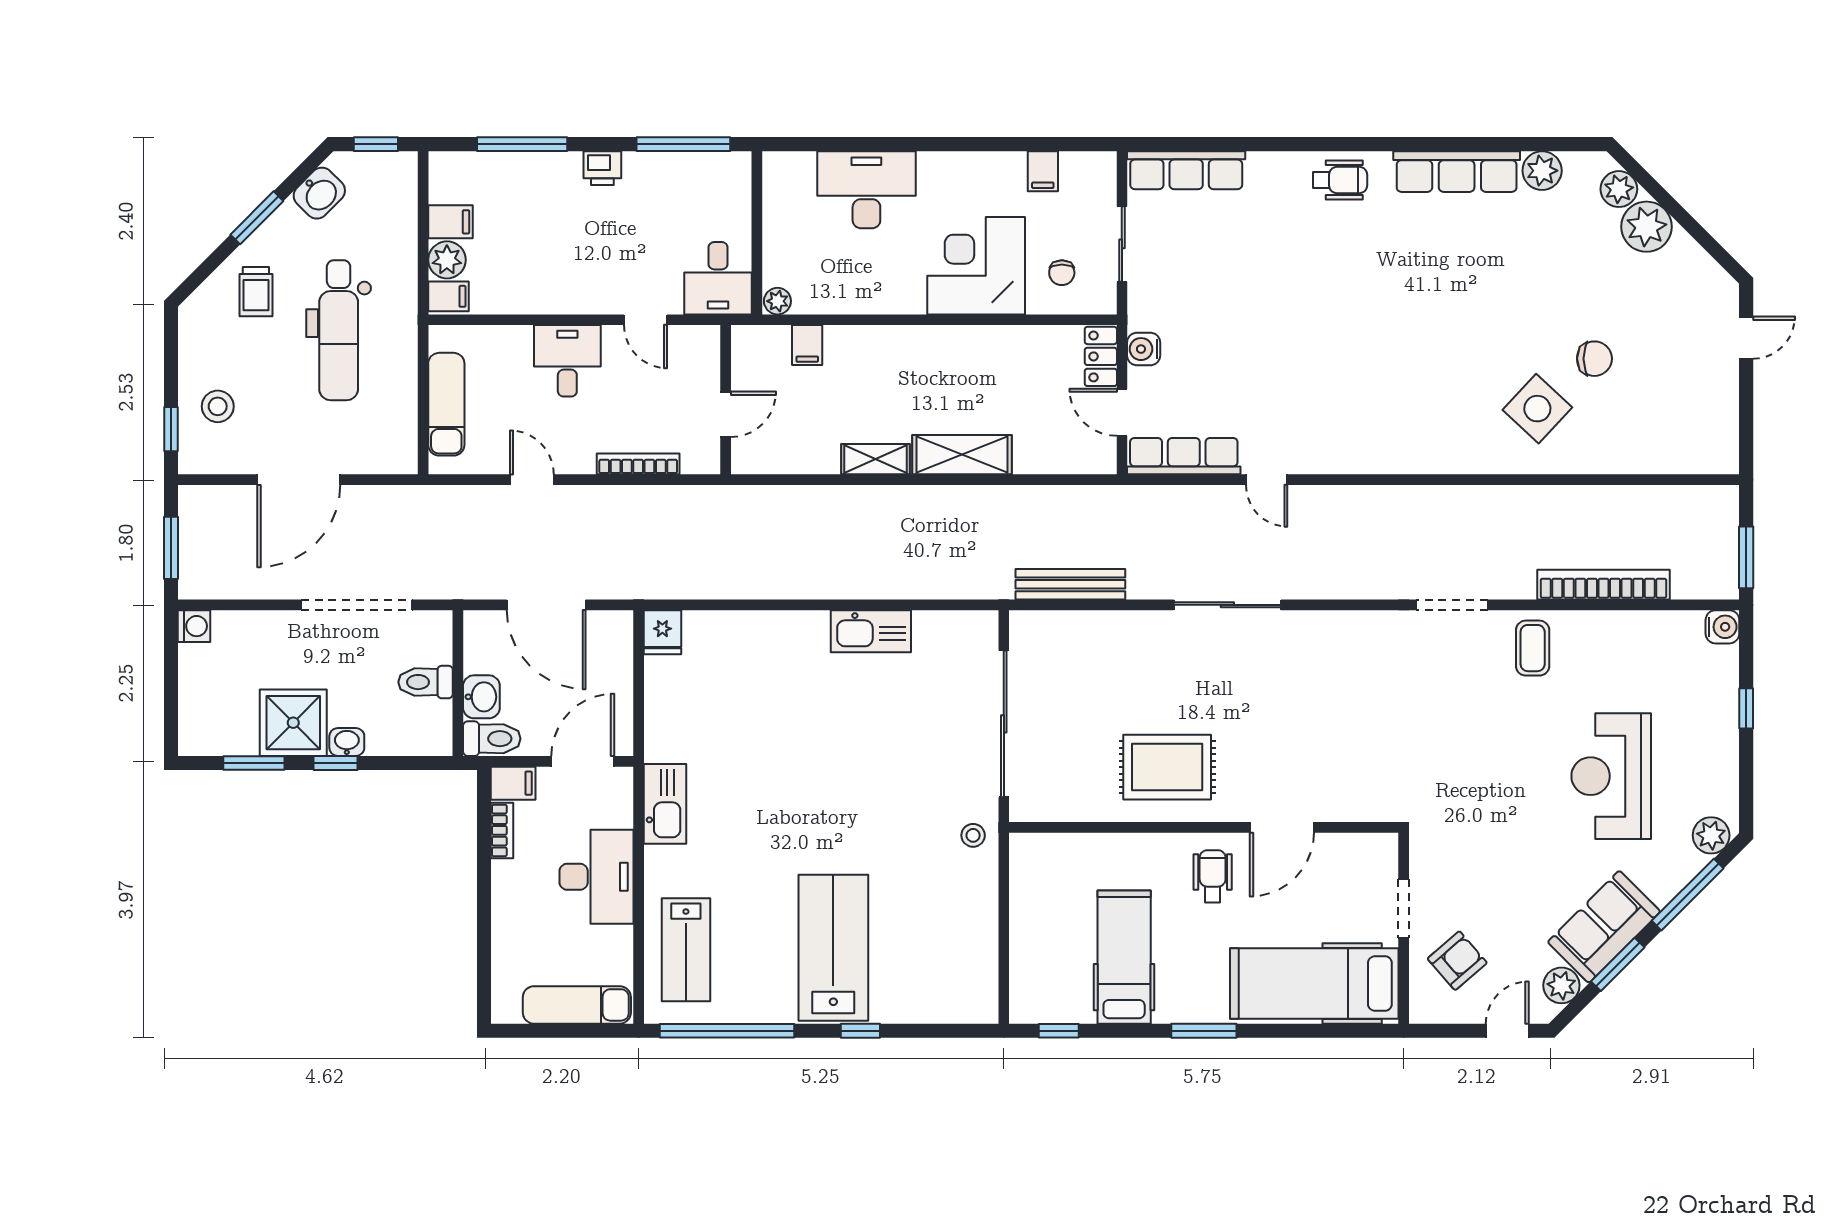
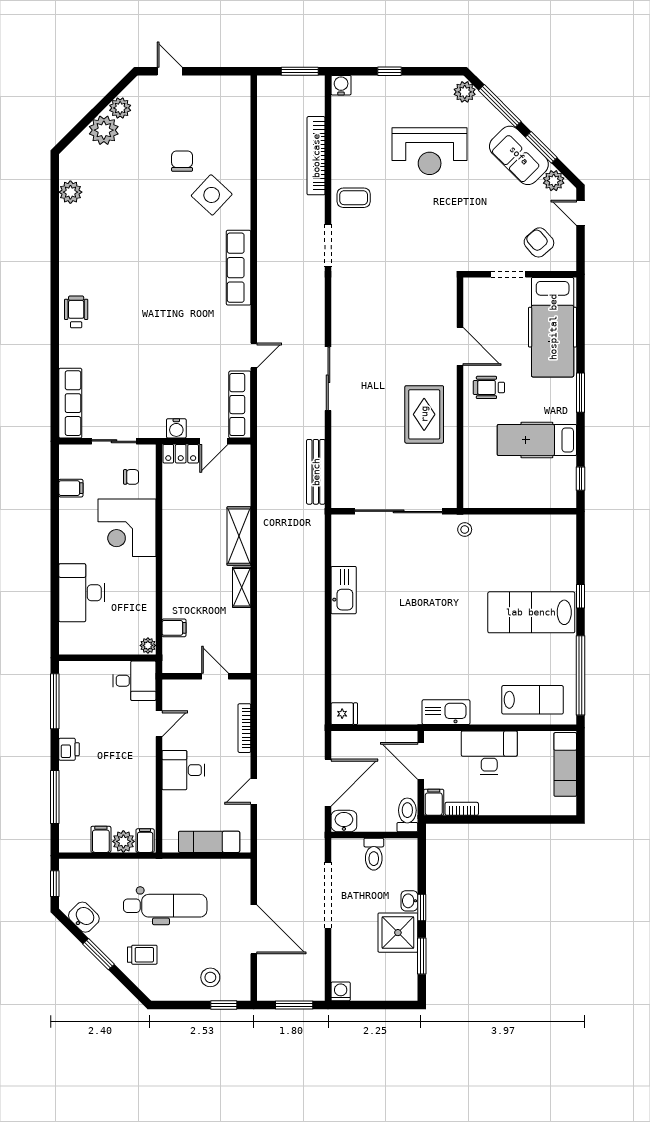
row of seats: (1457, 172) -> (239, 268), moved, turned 180
plant: (1619, 189) -> (120, 108), moved
washbasin: (481, 697) -> (344, 821), moved

